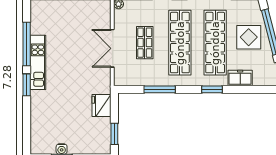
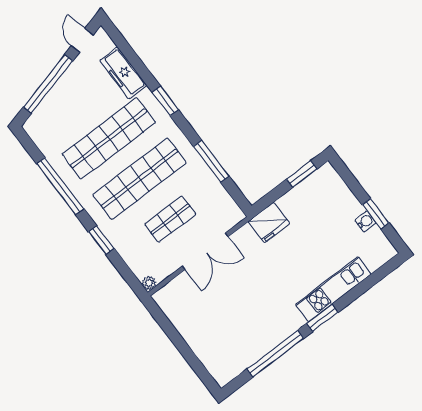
display table: (249, 37) -> (73, 104), removed
kitchen unit: (38, 62) -> (333, 289), moved
freezer: (240, 78) -> (123, 73), width x1.40
fridge: (102, 106) -> (269, 222), moved

